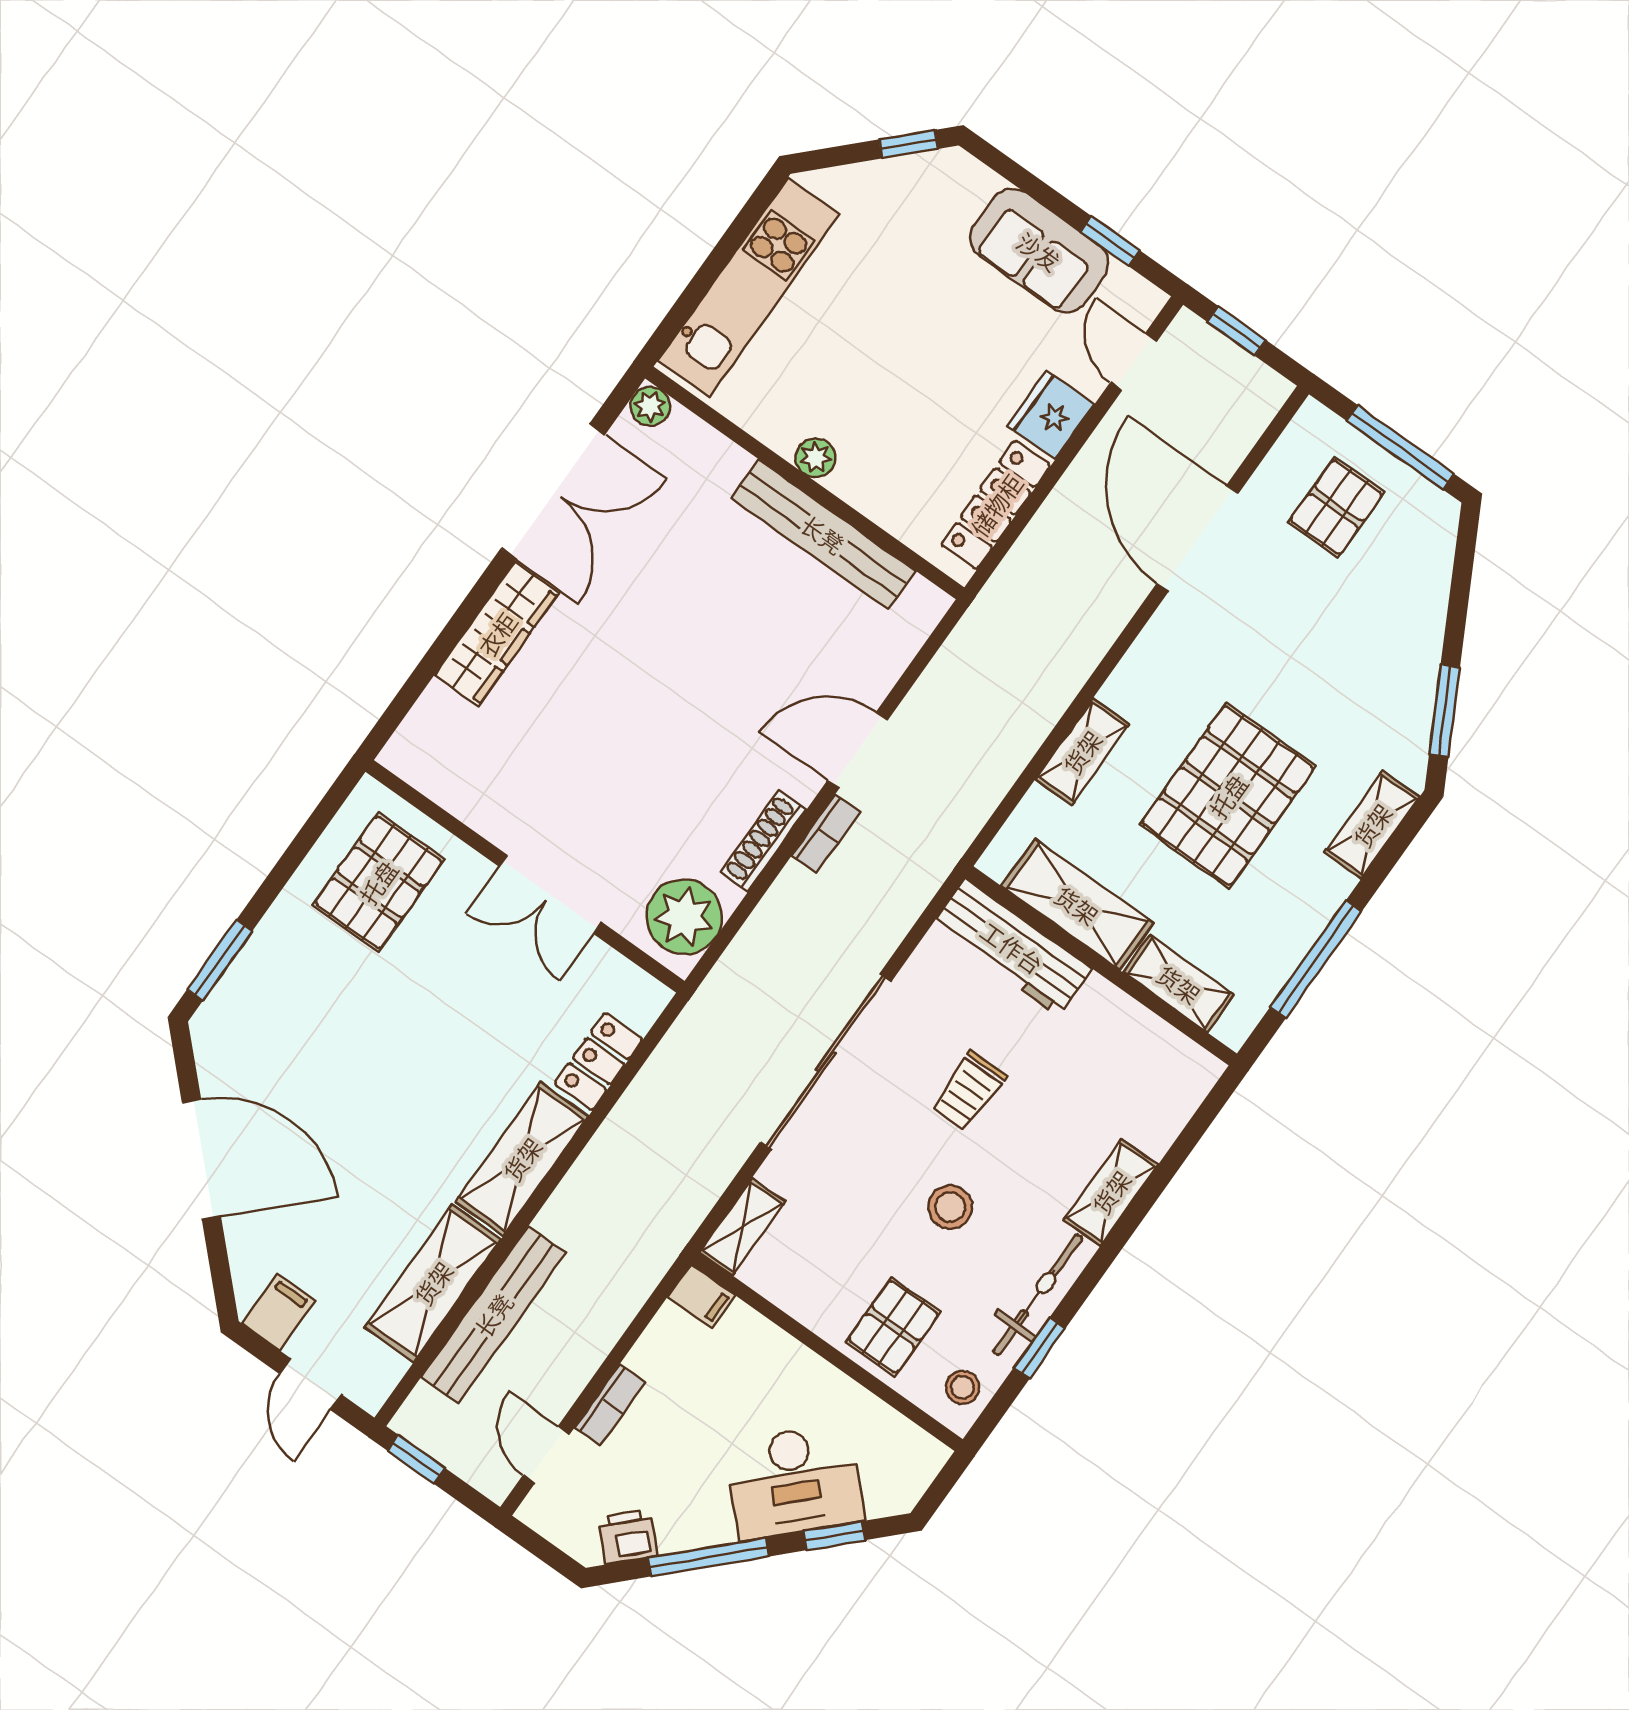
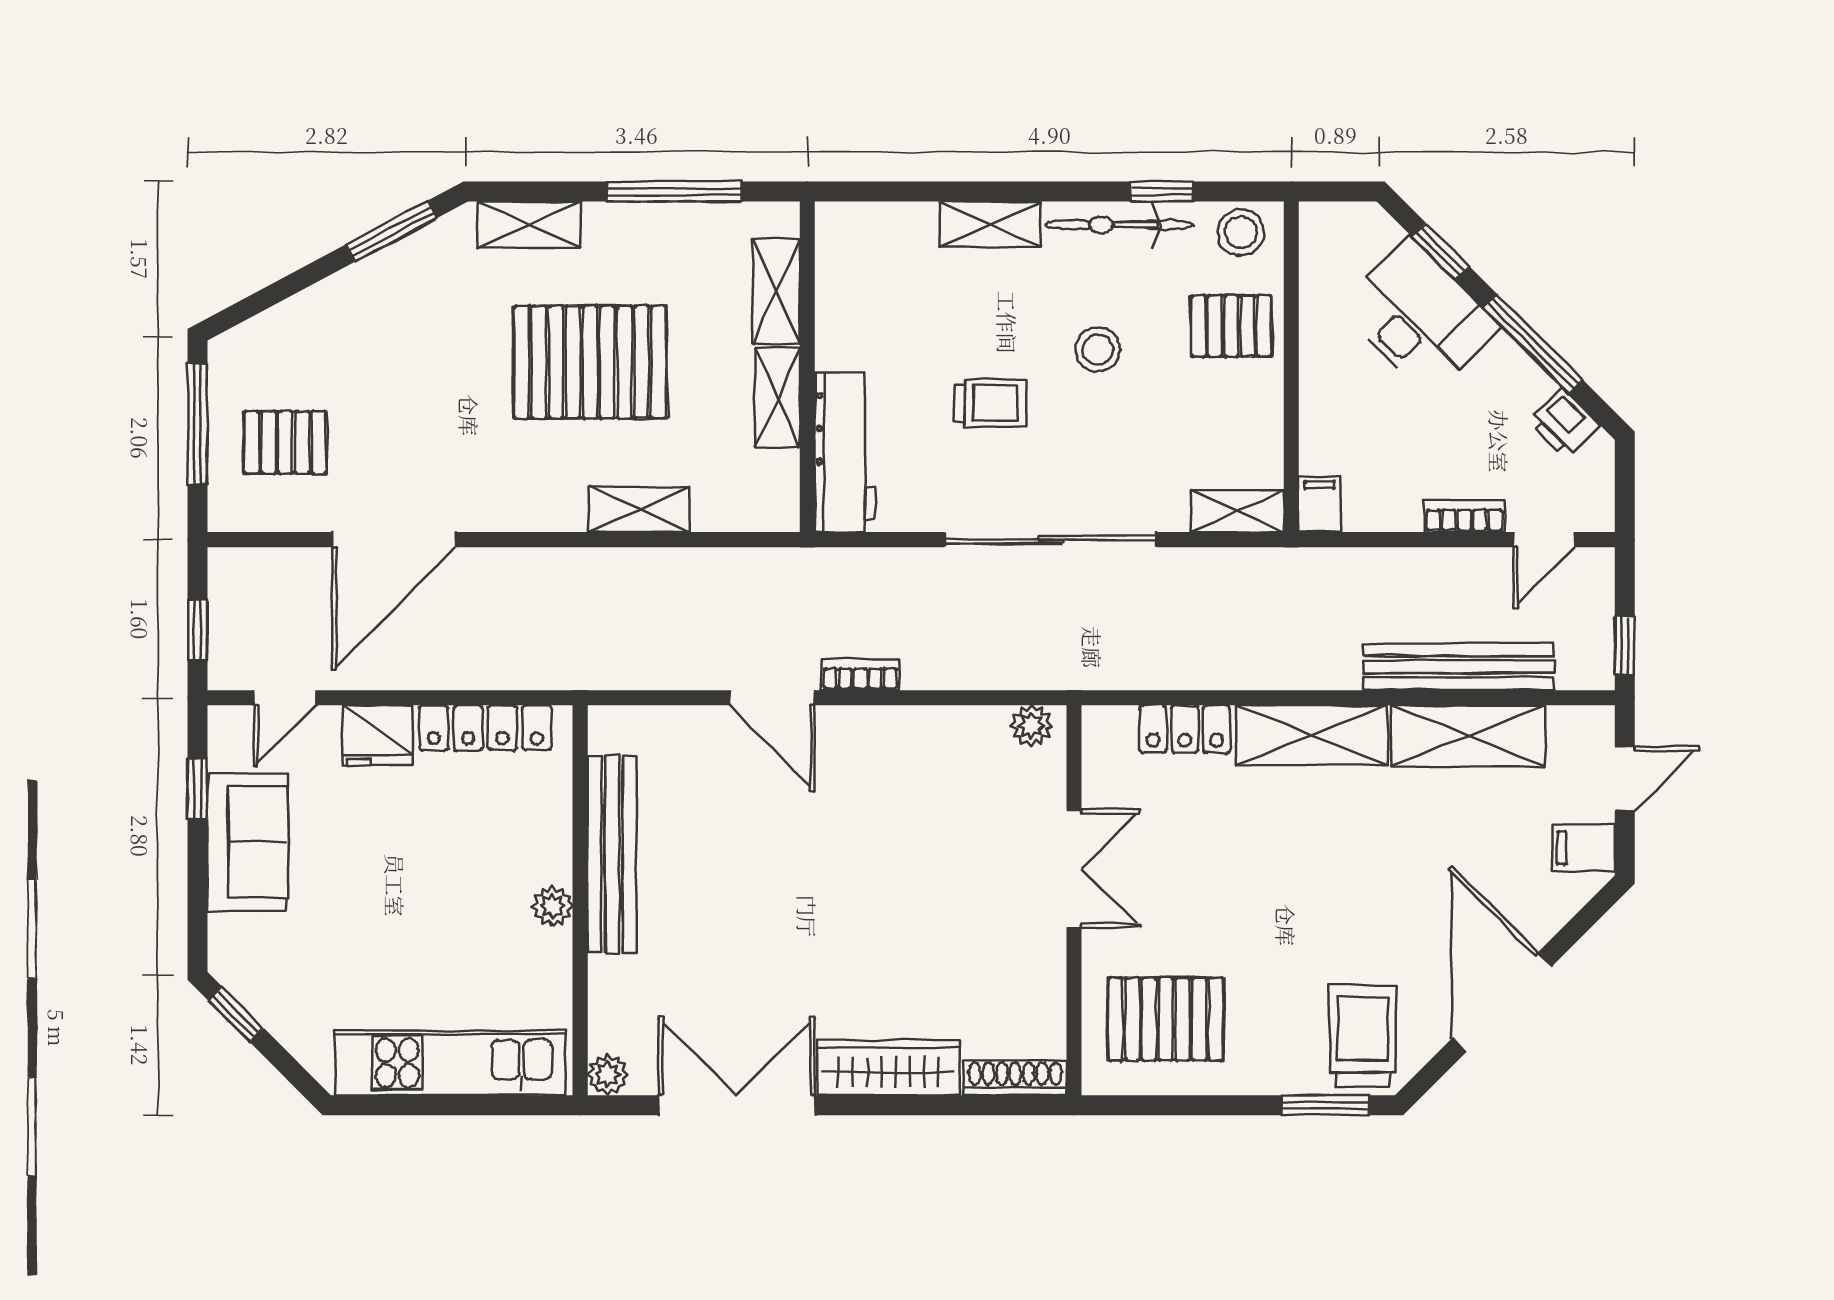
shoe rack: (763, 841) -> (1015, 1078), moved, turned 180
shelving: (1077, 905) -> (778, 398), width x0.67, depth x0.75
plant: (684, 917) -> (1031, 726), width x0.53, depth x0.53
trolley: (254, 1030) -> (1363, 1036), added
stool: (963, 1387) -> (1241, 232), width x1.37, depth x1.37

